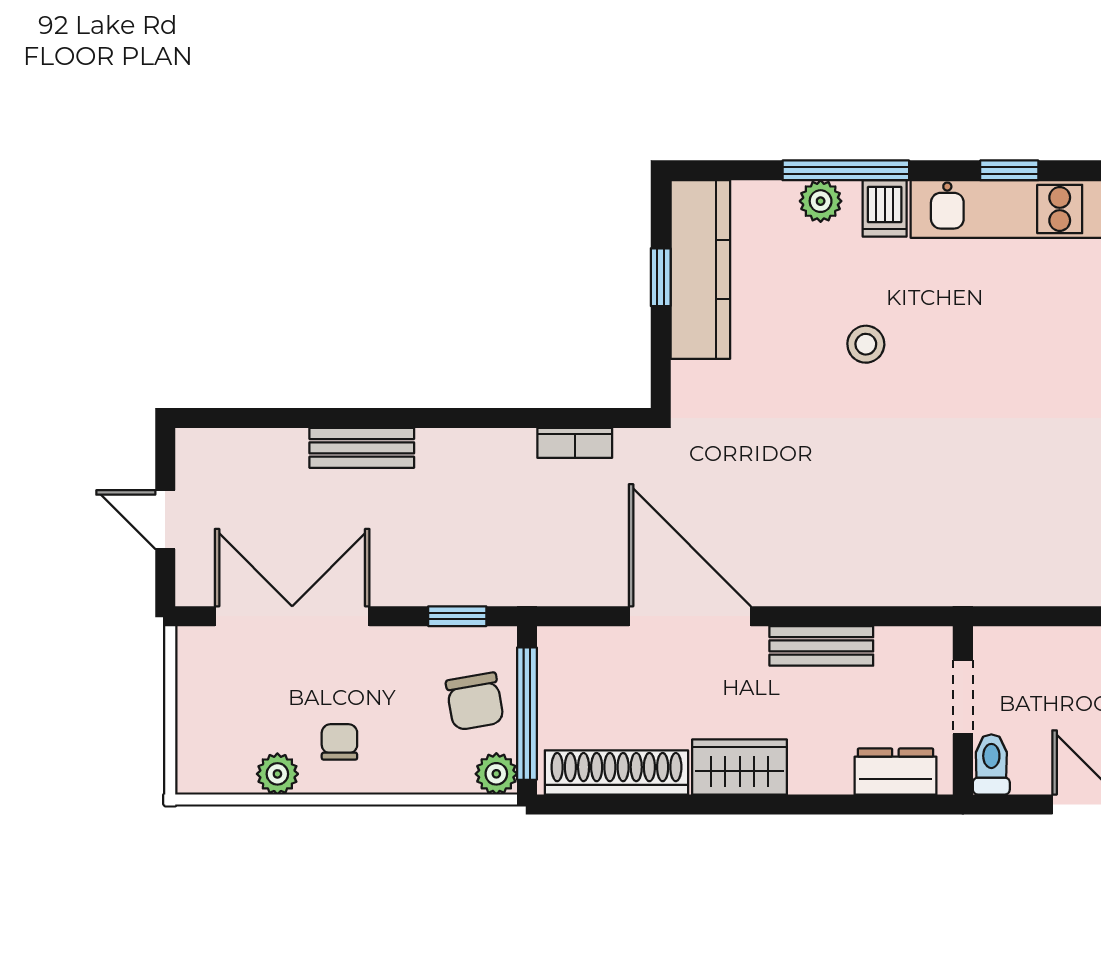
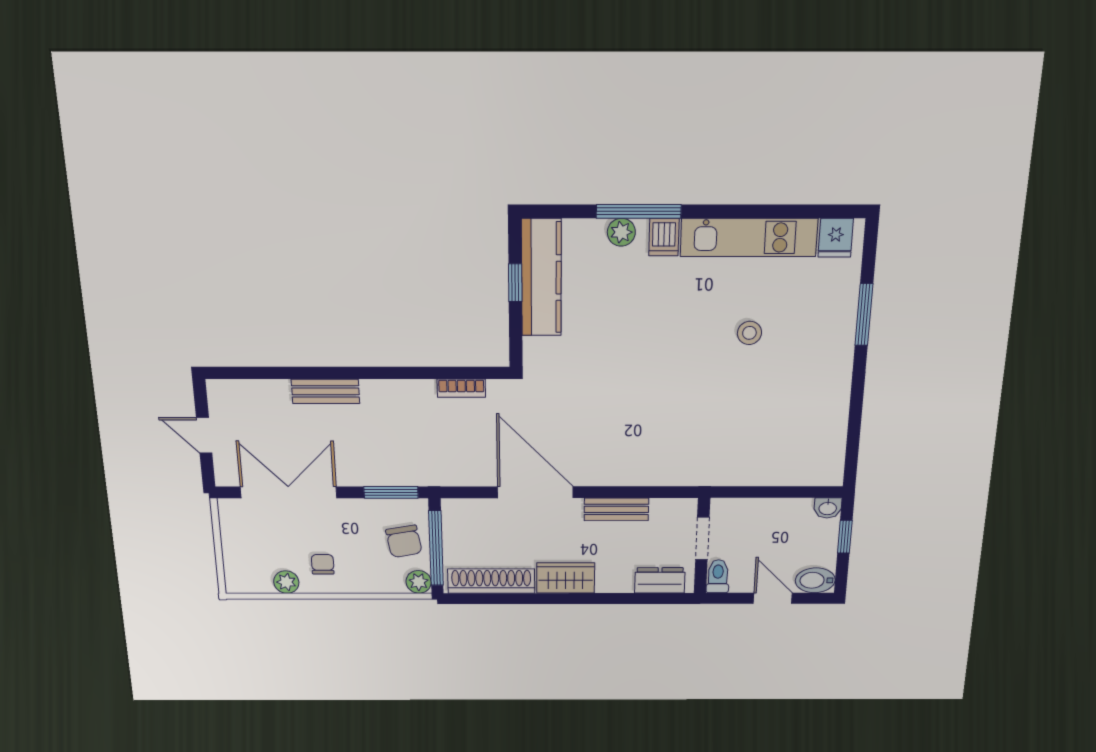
window: (1009, 170) -> (748, 211), removed
stool: (866, 344) -> (749, 333), moved
window: (457, 616) -> (391, 492), width x1.50

